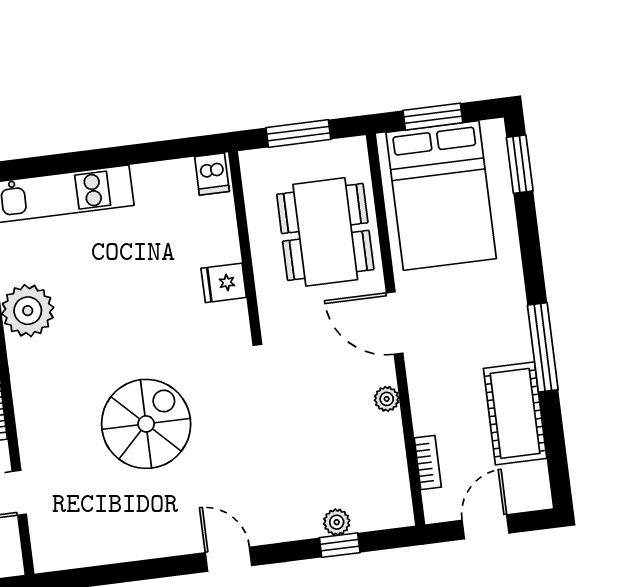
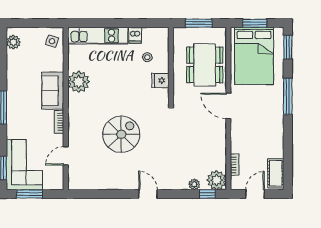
dishwasher: (212, 174) -> (135, 35), moved
stool: (185, 231) -> (147, 57), added
window: (543, 347) -> (288, 96), moved
plant: (387, 399) -> (217, 180), moved, width x1.88, depth x1.88
cot: (515, 413) -> (276, 173), moved, width x0.73, depth x0.75
window: (340, 545) -> (207, 194), moved

